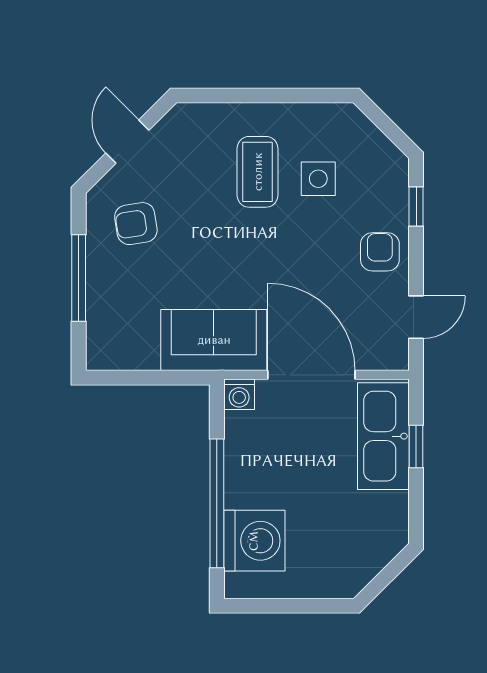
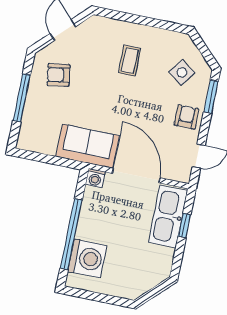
coffee table: (258, 172) -> (130, 61), width x0.73, depth x0.77
side table: (318, 179) -> (182, 72), moved, turned 36
window: (416, 206) -> (211, 97), width x1.50

